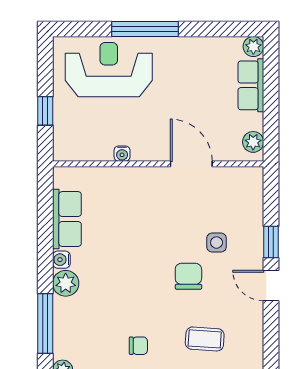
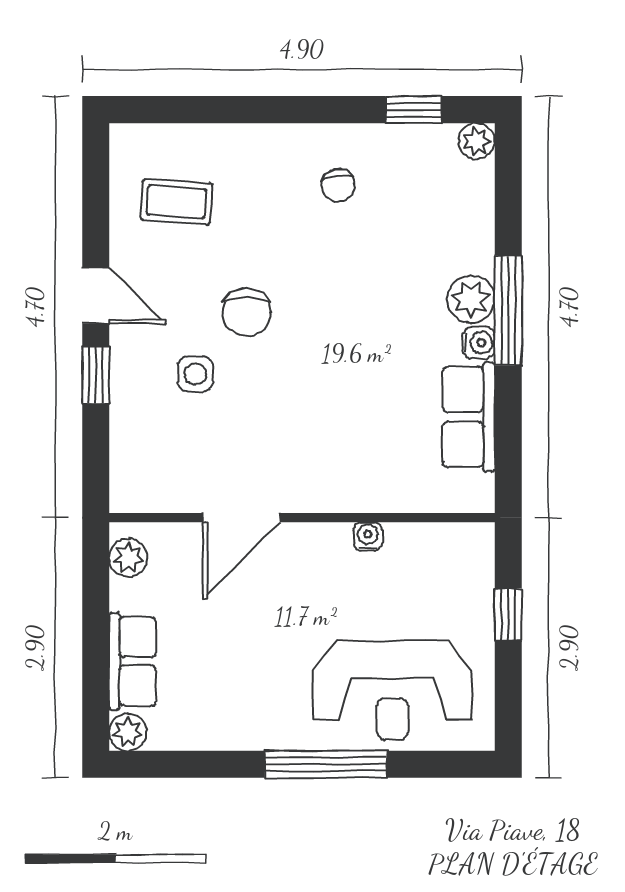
door: (191, 164) -> (242, 518), hinge flipped
window: (45, 324) -> (508, 311), moved
coffee table: (205, 339) -> (176, 202), moved
chair: (138, 346) -> (338, 185), turned -99

